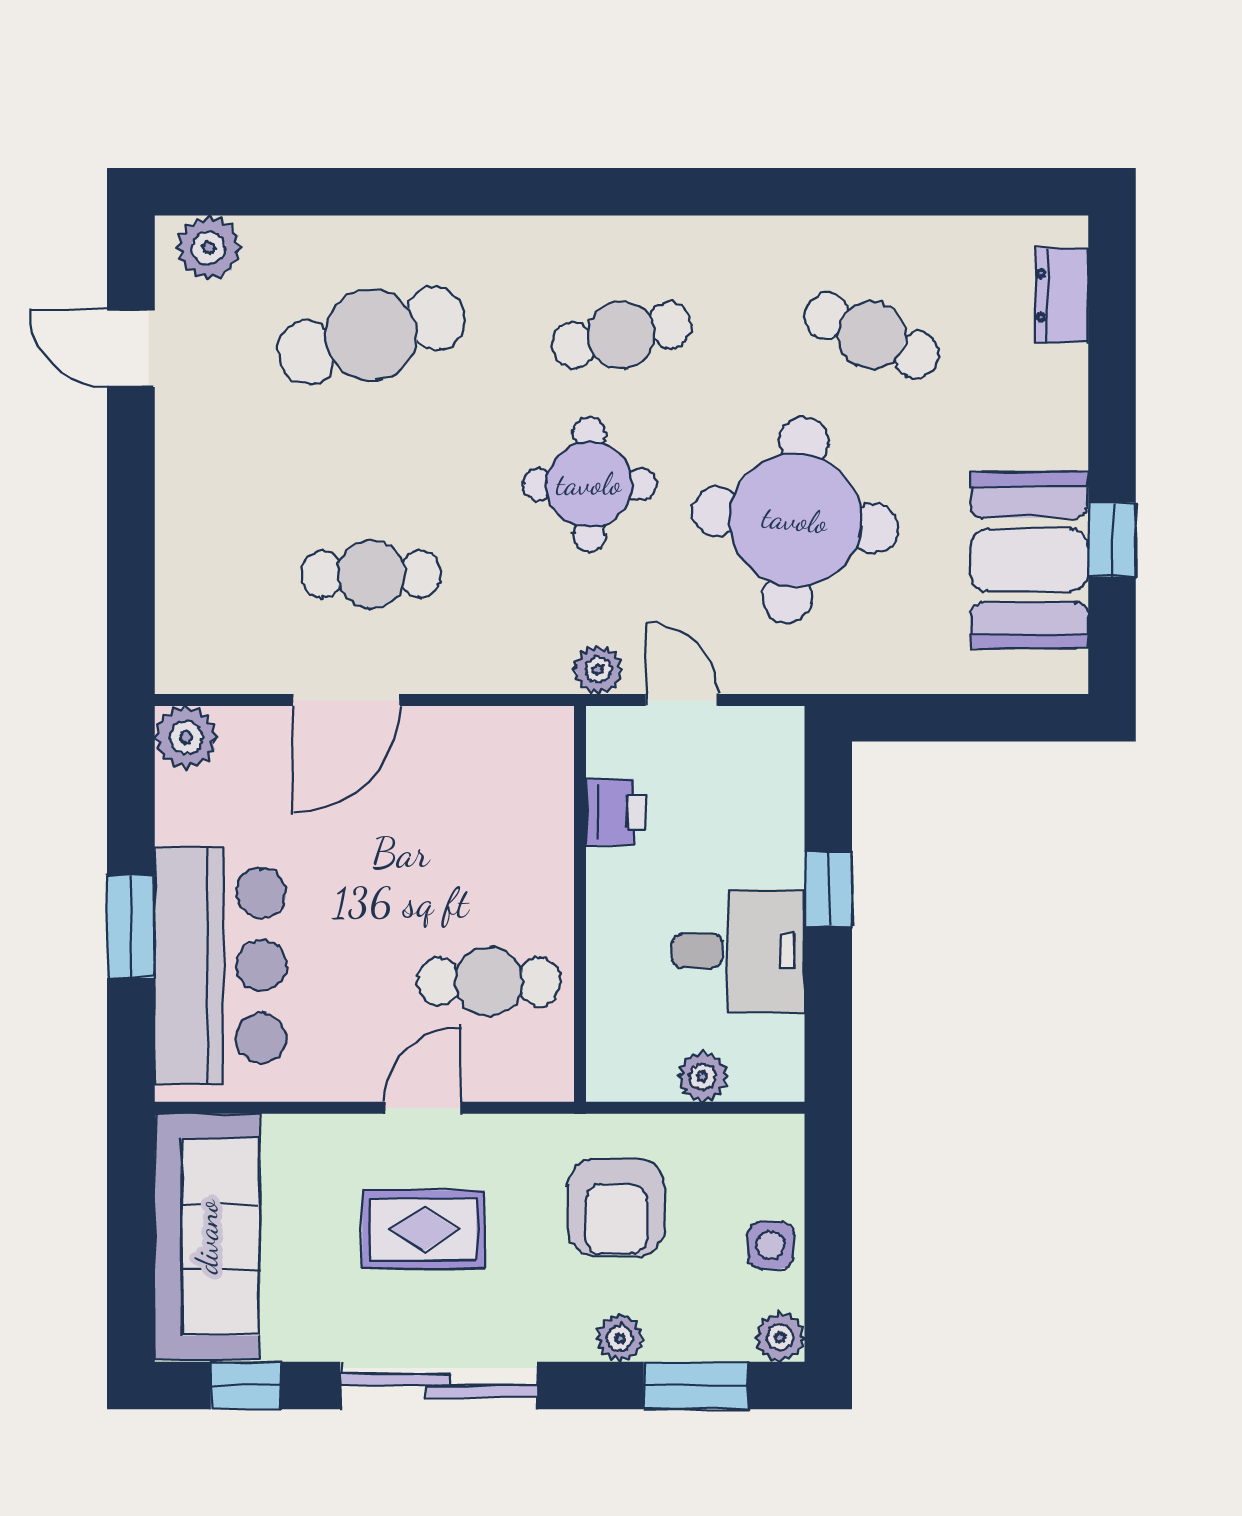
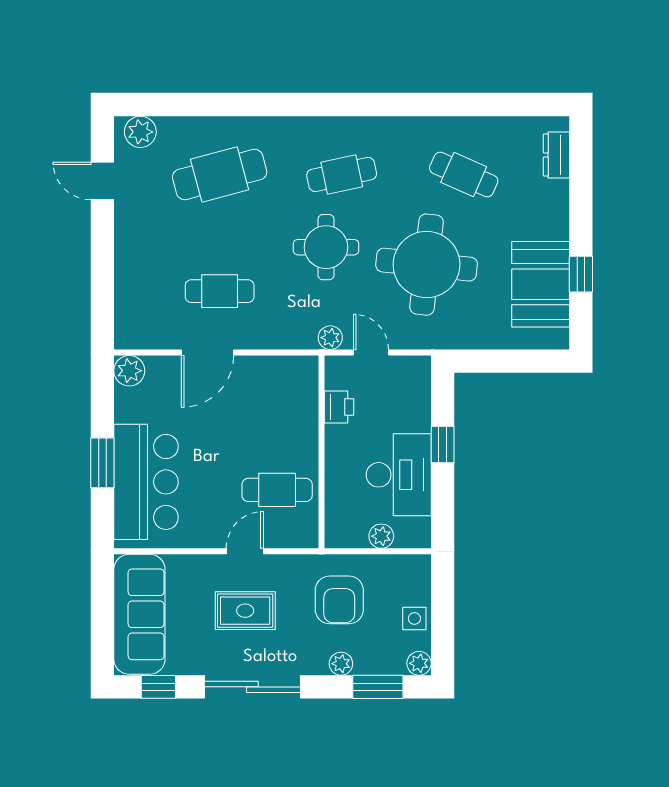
desk: (738, 951) -> (399, 475), width x1.37

